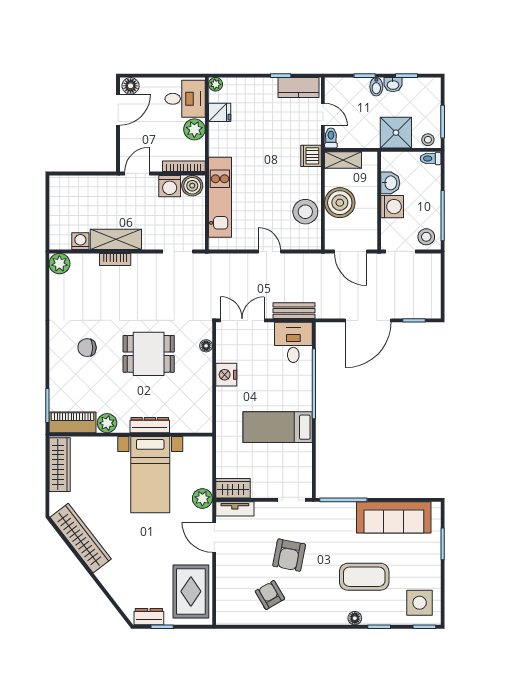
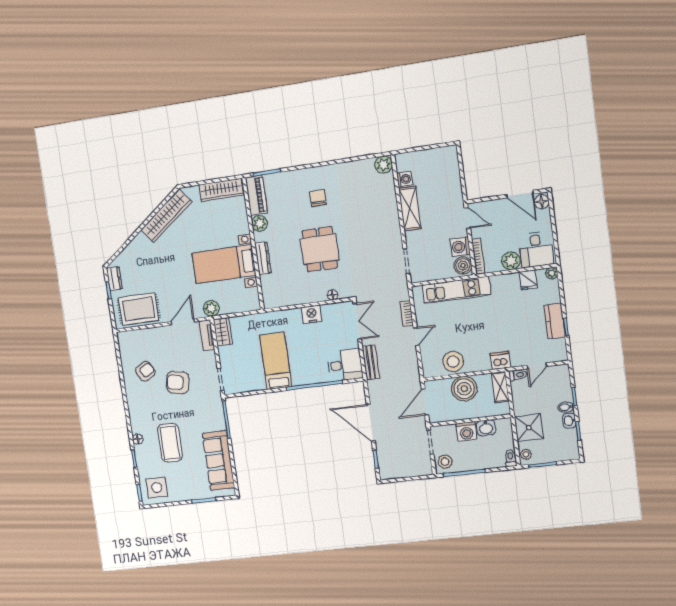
kitchen counter: (298, 88) -> (555, 321), moved
bookcase: (115, 259) -> (407, 314), moved

